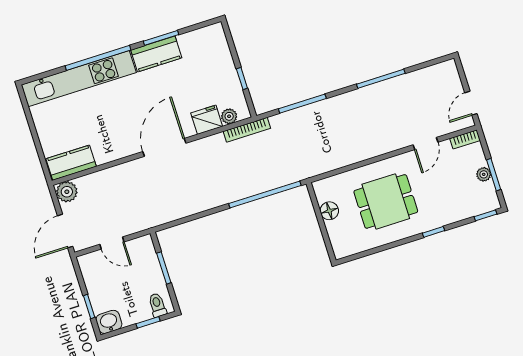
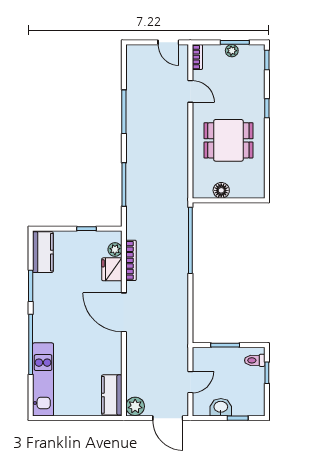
kitchen counter: (156, 54) -> (43, 252), moved
kitchen unit: (79, 79) -> (43, 379), width x0.73
bookcase: (247, 130) -> (131, 260), moved
dining table: (386, 201) -> (228, 140), turned 90
washbasin: (109, 322) -> (221, 407), moved, turned 90

